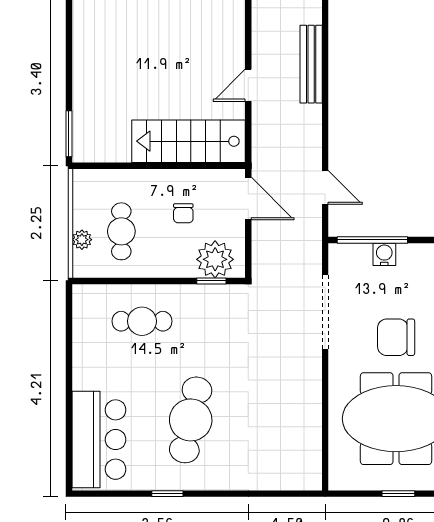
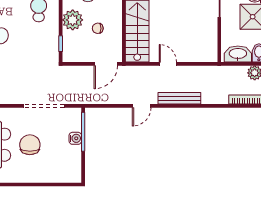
door: (325, 187) -> (142, 106), moved
plant: (215, 259) -> (73, 20), moved

